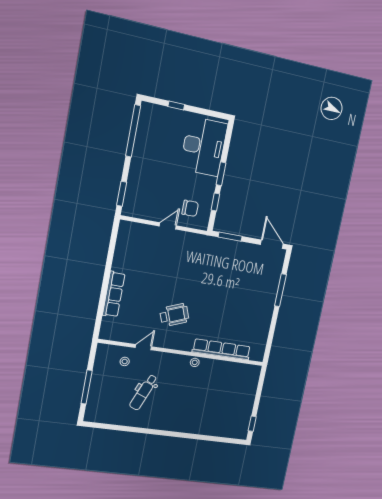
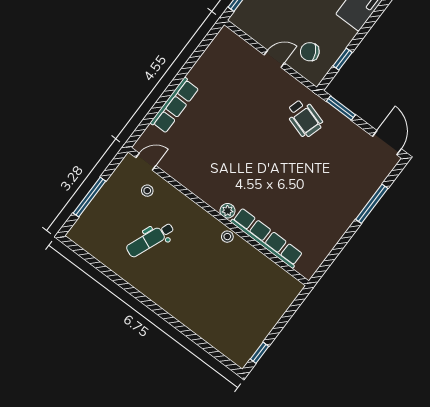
window: (221, 174) -> (364, 30), removed
chair: (190, 208) -> (310, 52), turned 153
wheelchair: (174, 315) -> (304, 118), moved, turned 38
plant: (186, 346) -> (227, 211), added
door: (143, 347) -> (146, 162), moved

